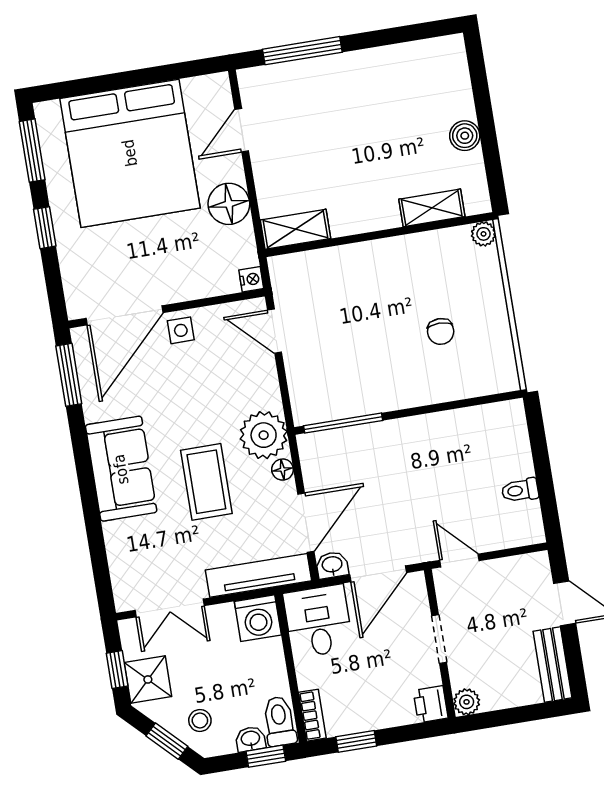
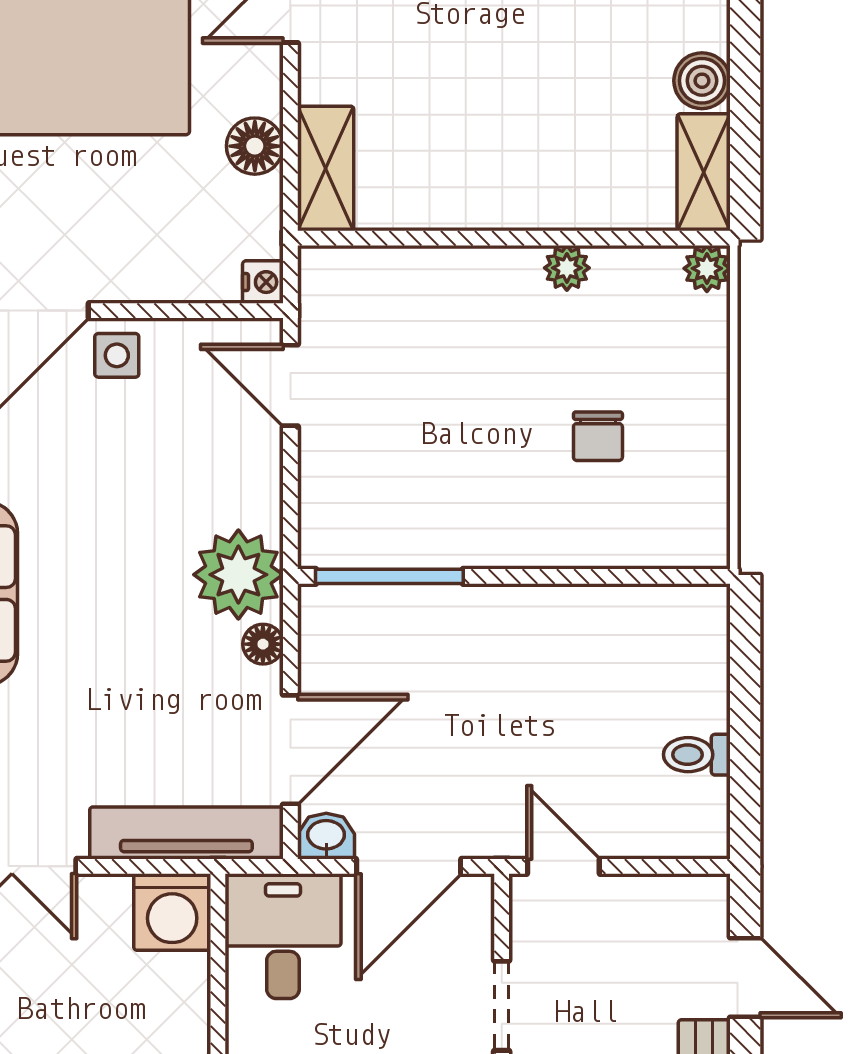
floor lamp: (229, 204) -> (255, 146), width x0.73, depth x0.73
shelving: (432, 208) -> (704, 172), moved, turned 90
shelving: (295, 229) -> (326, 168), moved, turned 90
plant: (410, 246) -> (567, 268), added
coffee table: (206, 482) -> (118, 644), removed

